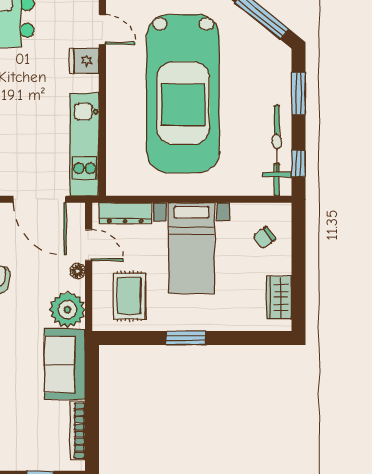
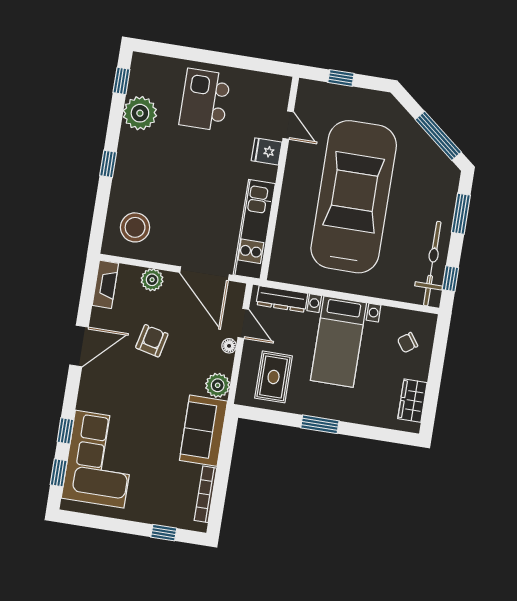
car: (183, 94) -> (354, 197), turned 180
plant: (67, 310) -> (218, 385), width x0.73, depth x0.73

